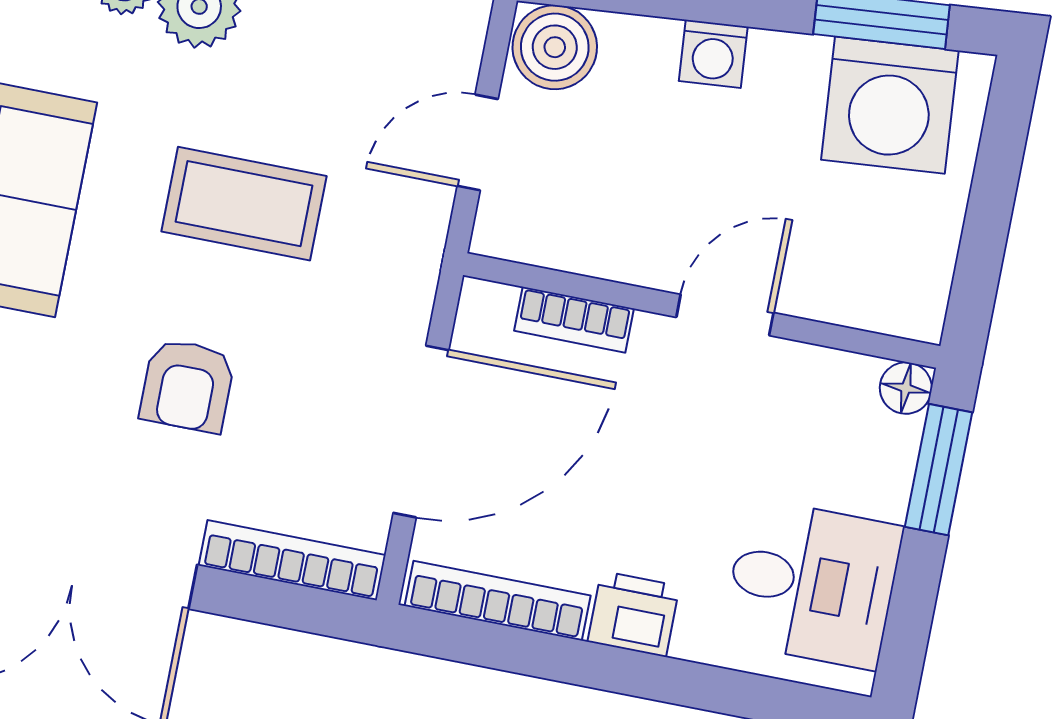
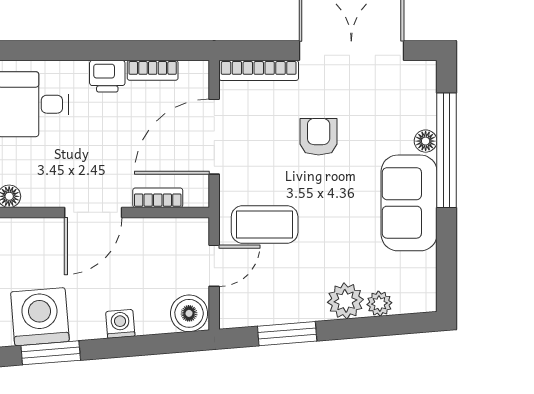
coffee table: (244, 204) -> (265, 224), moved
door: (725, 315) -> (93, 212), width x1.38
bookcase: (498, 601) -> (153, 70), width x0.64

